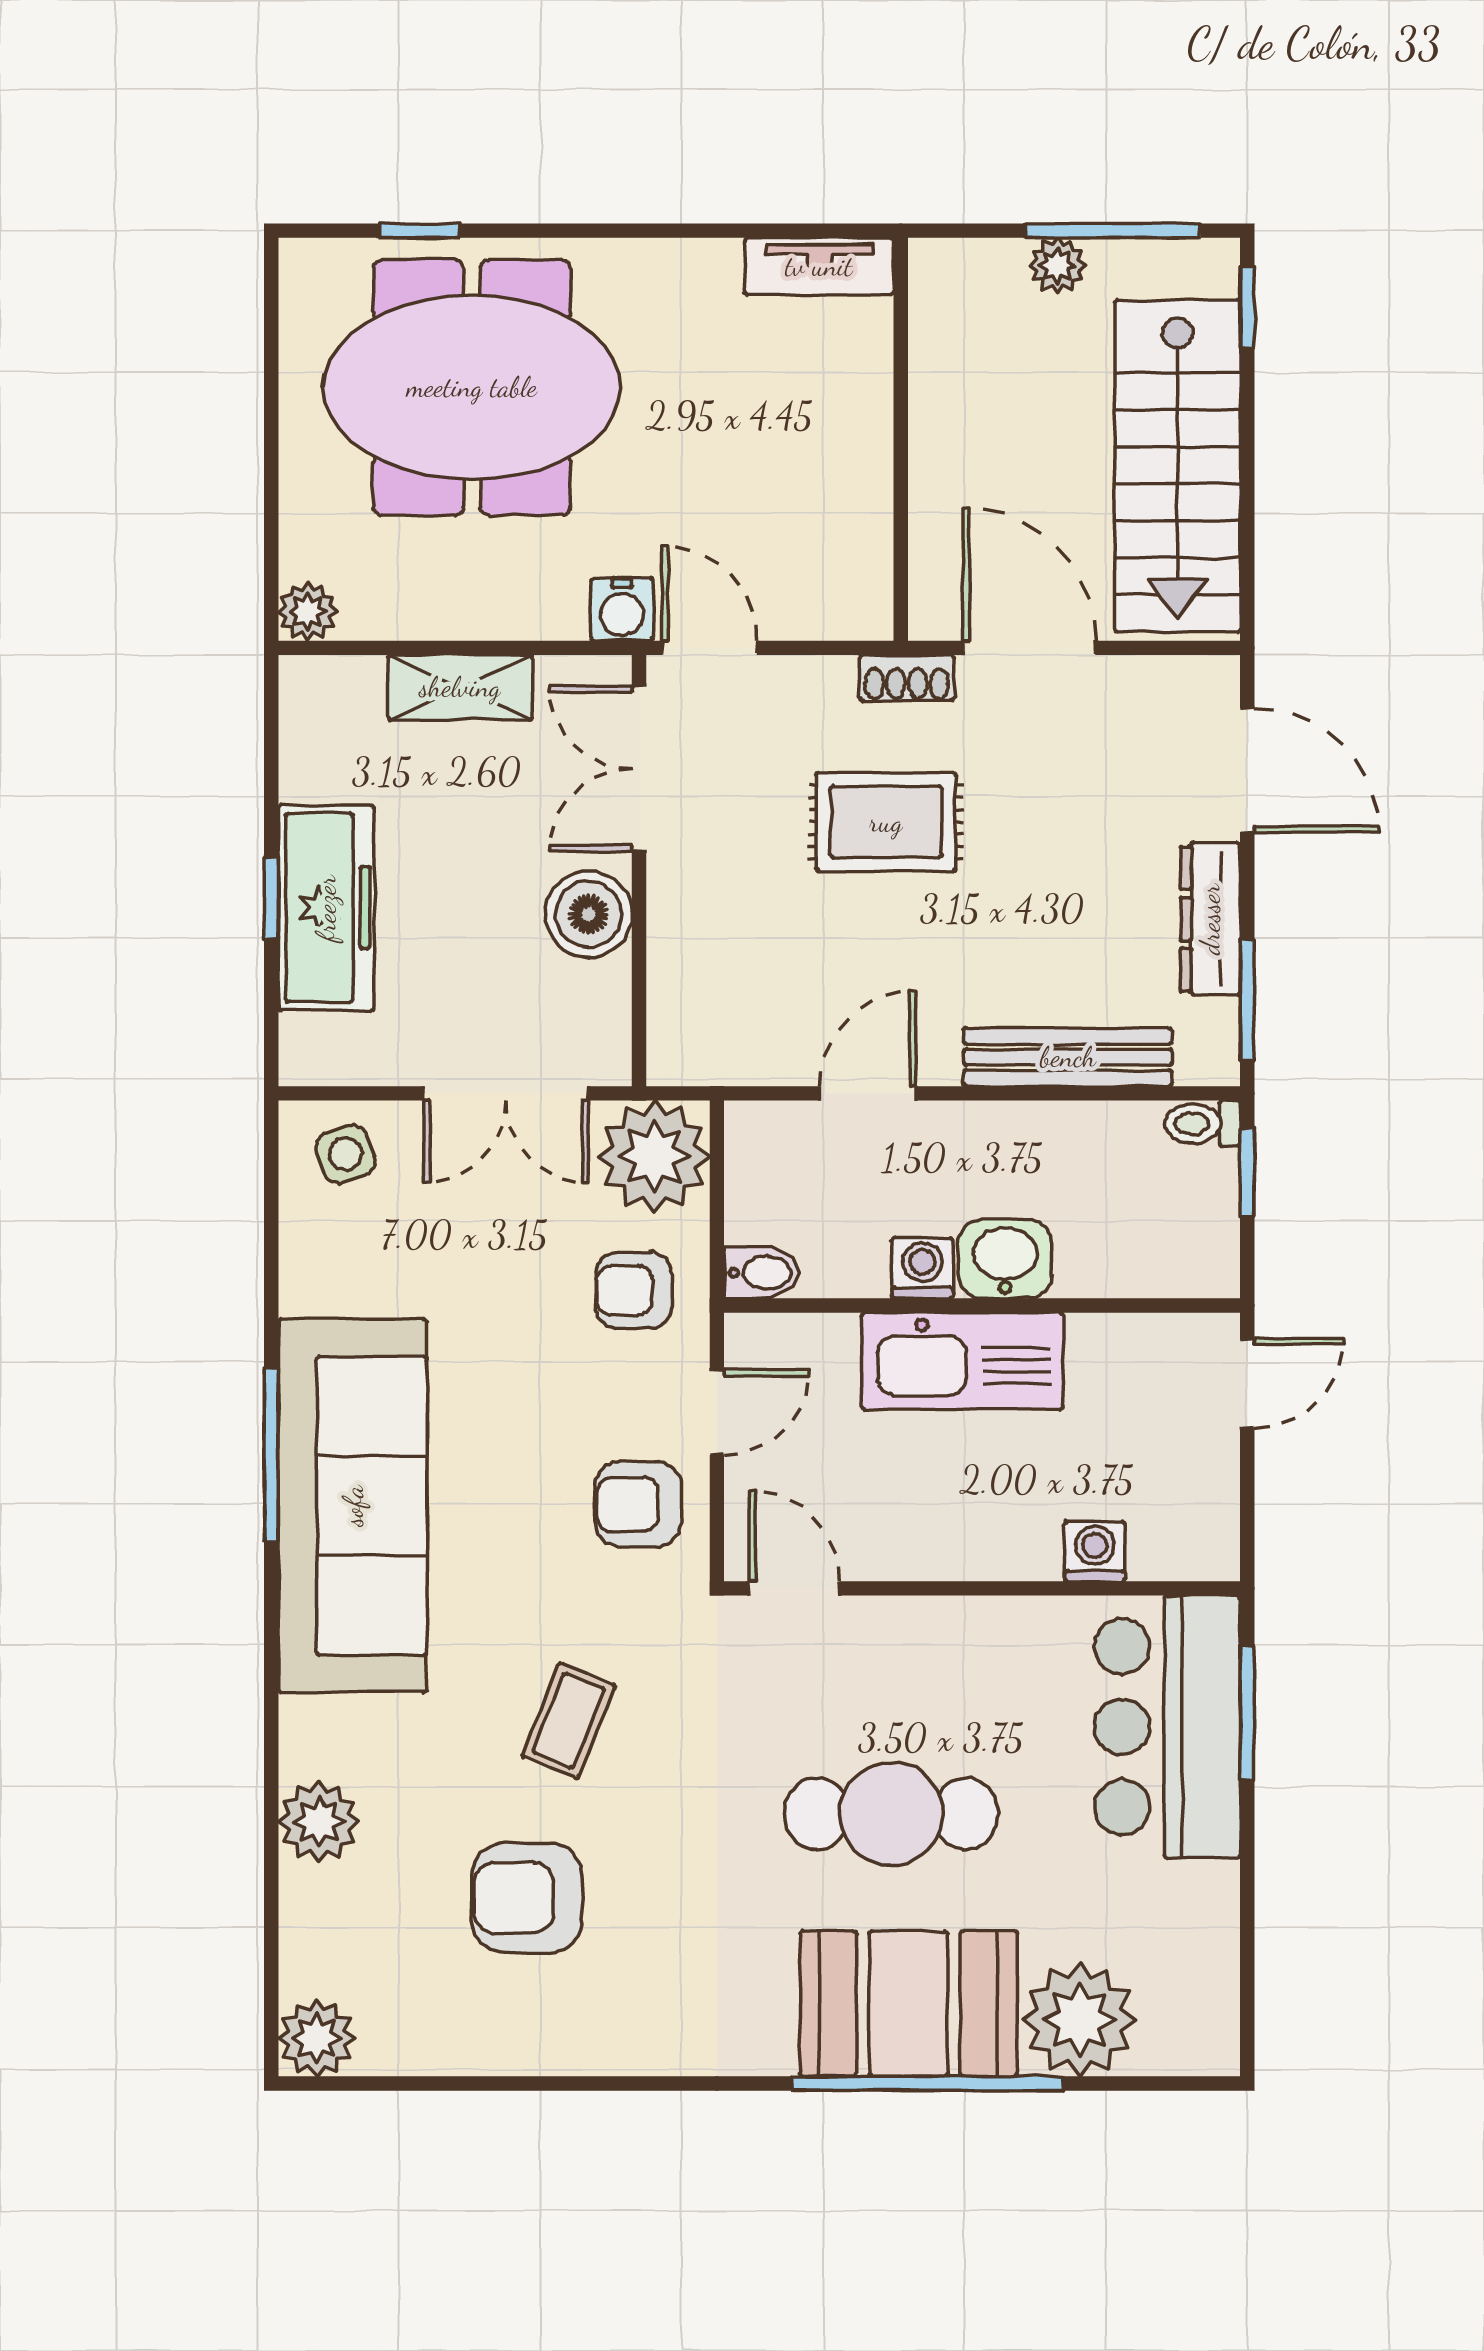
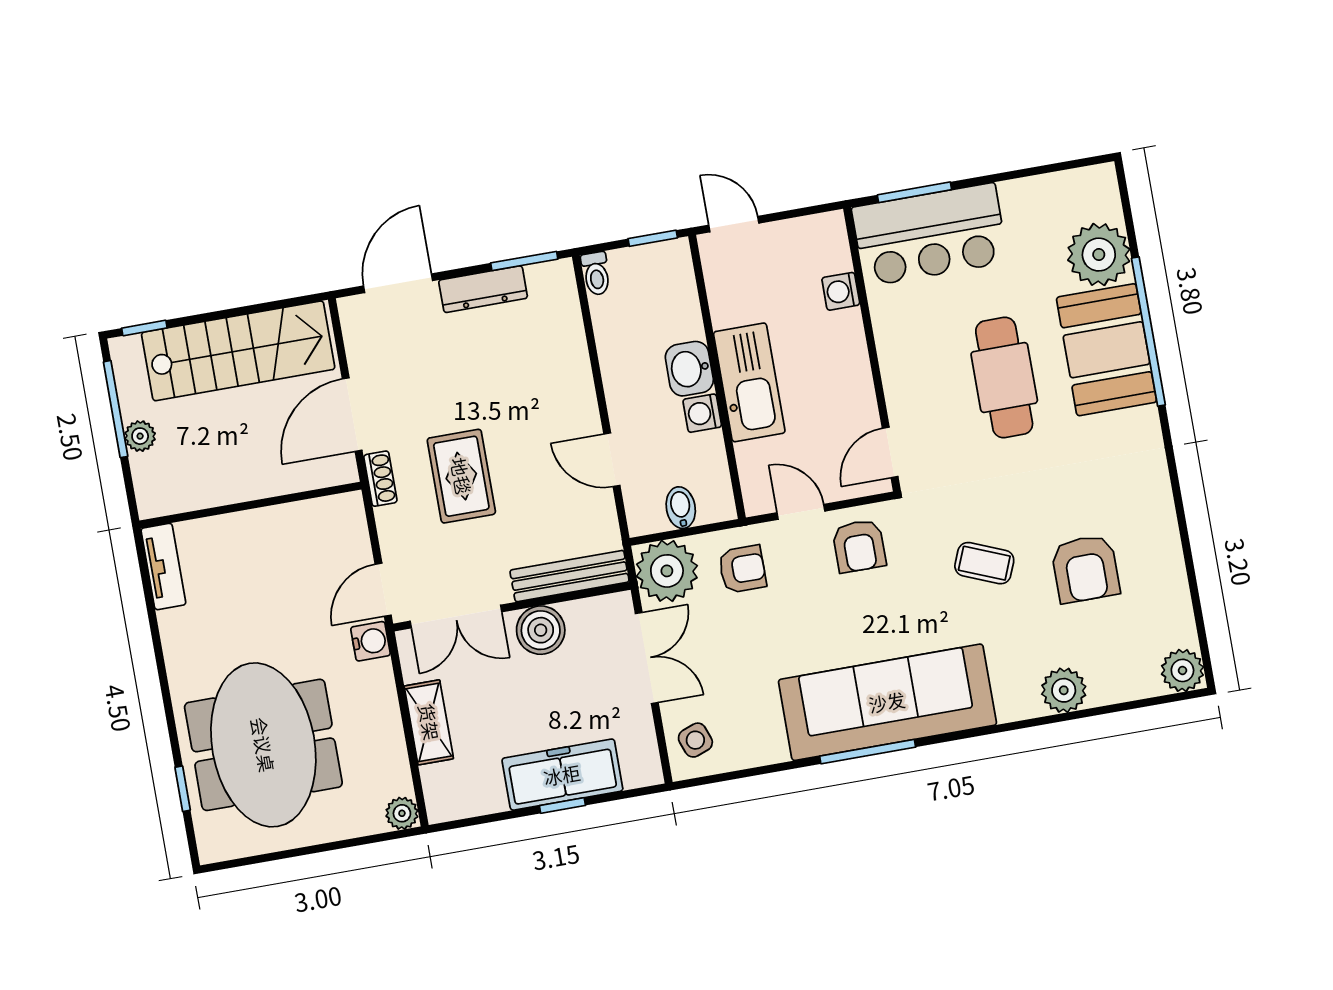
bench: (1068, 1057) -> (569, 576), moved, turned 90
window: (1247, 1172) -> (653, 238), moved
bidet: (762, 1273) -> (681, 508), moved
armchair: (634, 1290) -> (742, 569), turned -90

